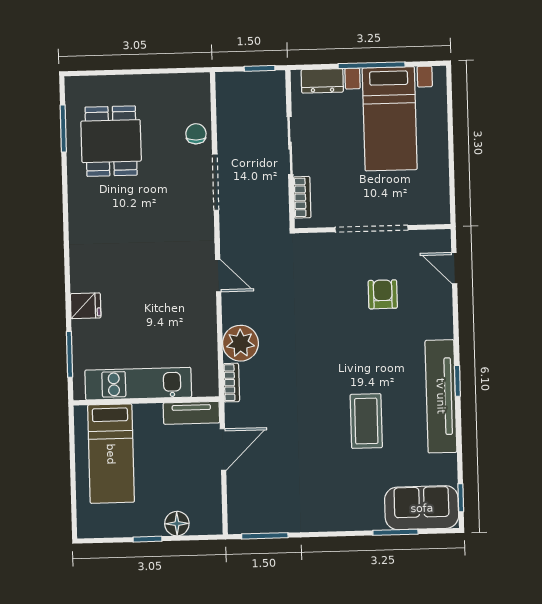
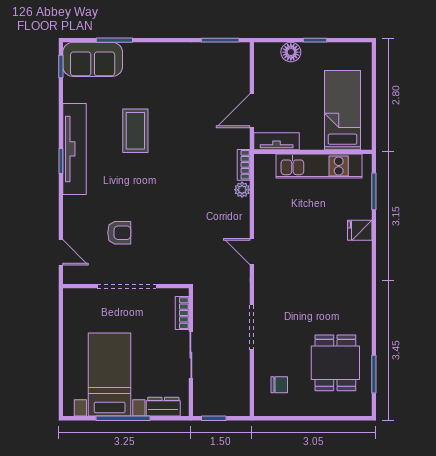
chair: (196, 134) -> (279, 385), moved, turned -90
armchair: (383, 294) -> (119, 233), turned -90
plant: (240, 343) -> (242, 190), width x0.53, depth x0.53

